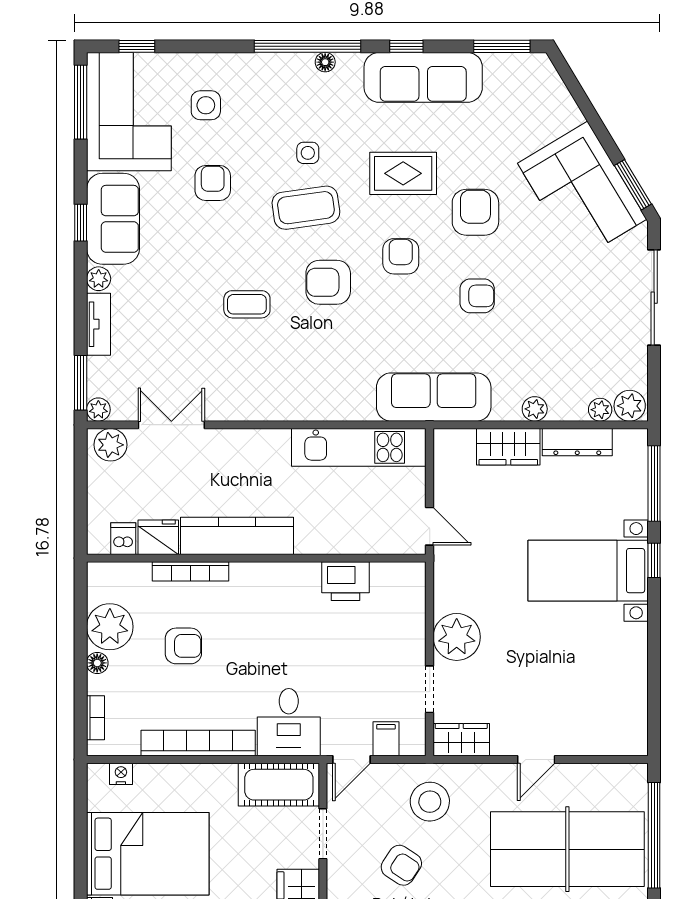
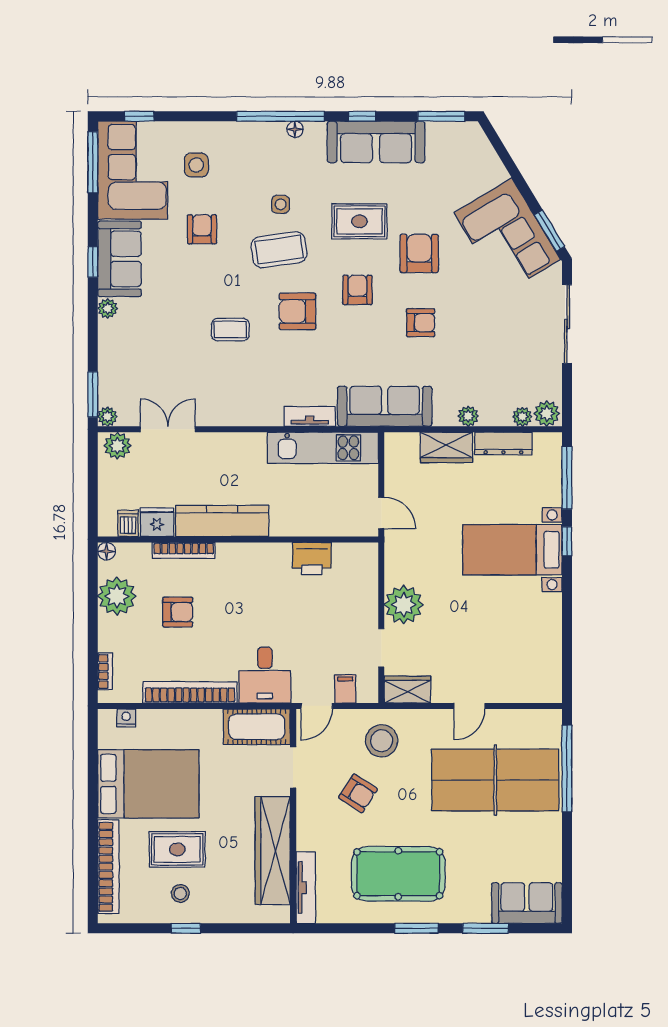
tv unit: (98, 324) -> (310, 416), moved, turned -90
floor lamp: (97, 663) -> (107, 551), moved

